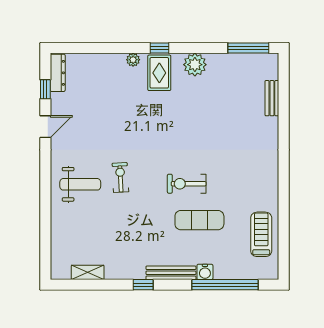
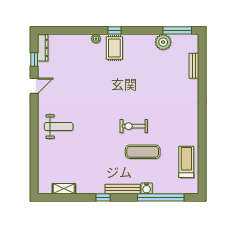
plant: (195, 65) -> (163, 42), moved
exercise bike: (120, 178) -> (87, 122), removed

